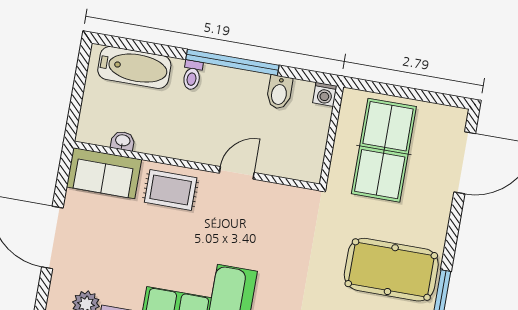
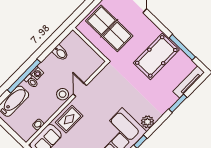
window: (232, 62) -> (24, 76), moved
washing machine: (325, 94) -> (37, 73), moved
stool: (207, 147) -> (63, 94), added

